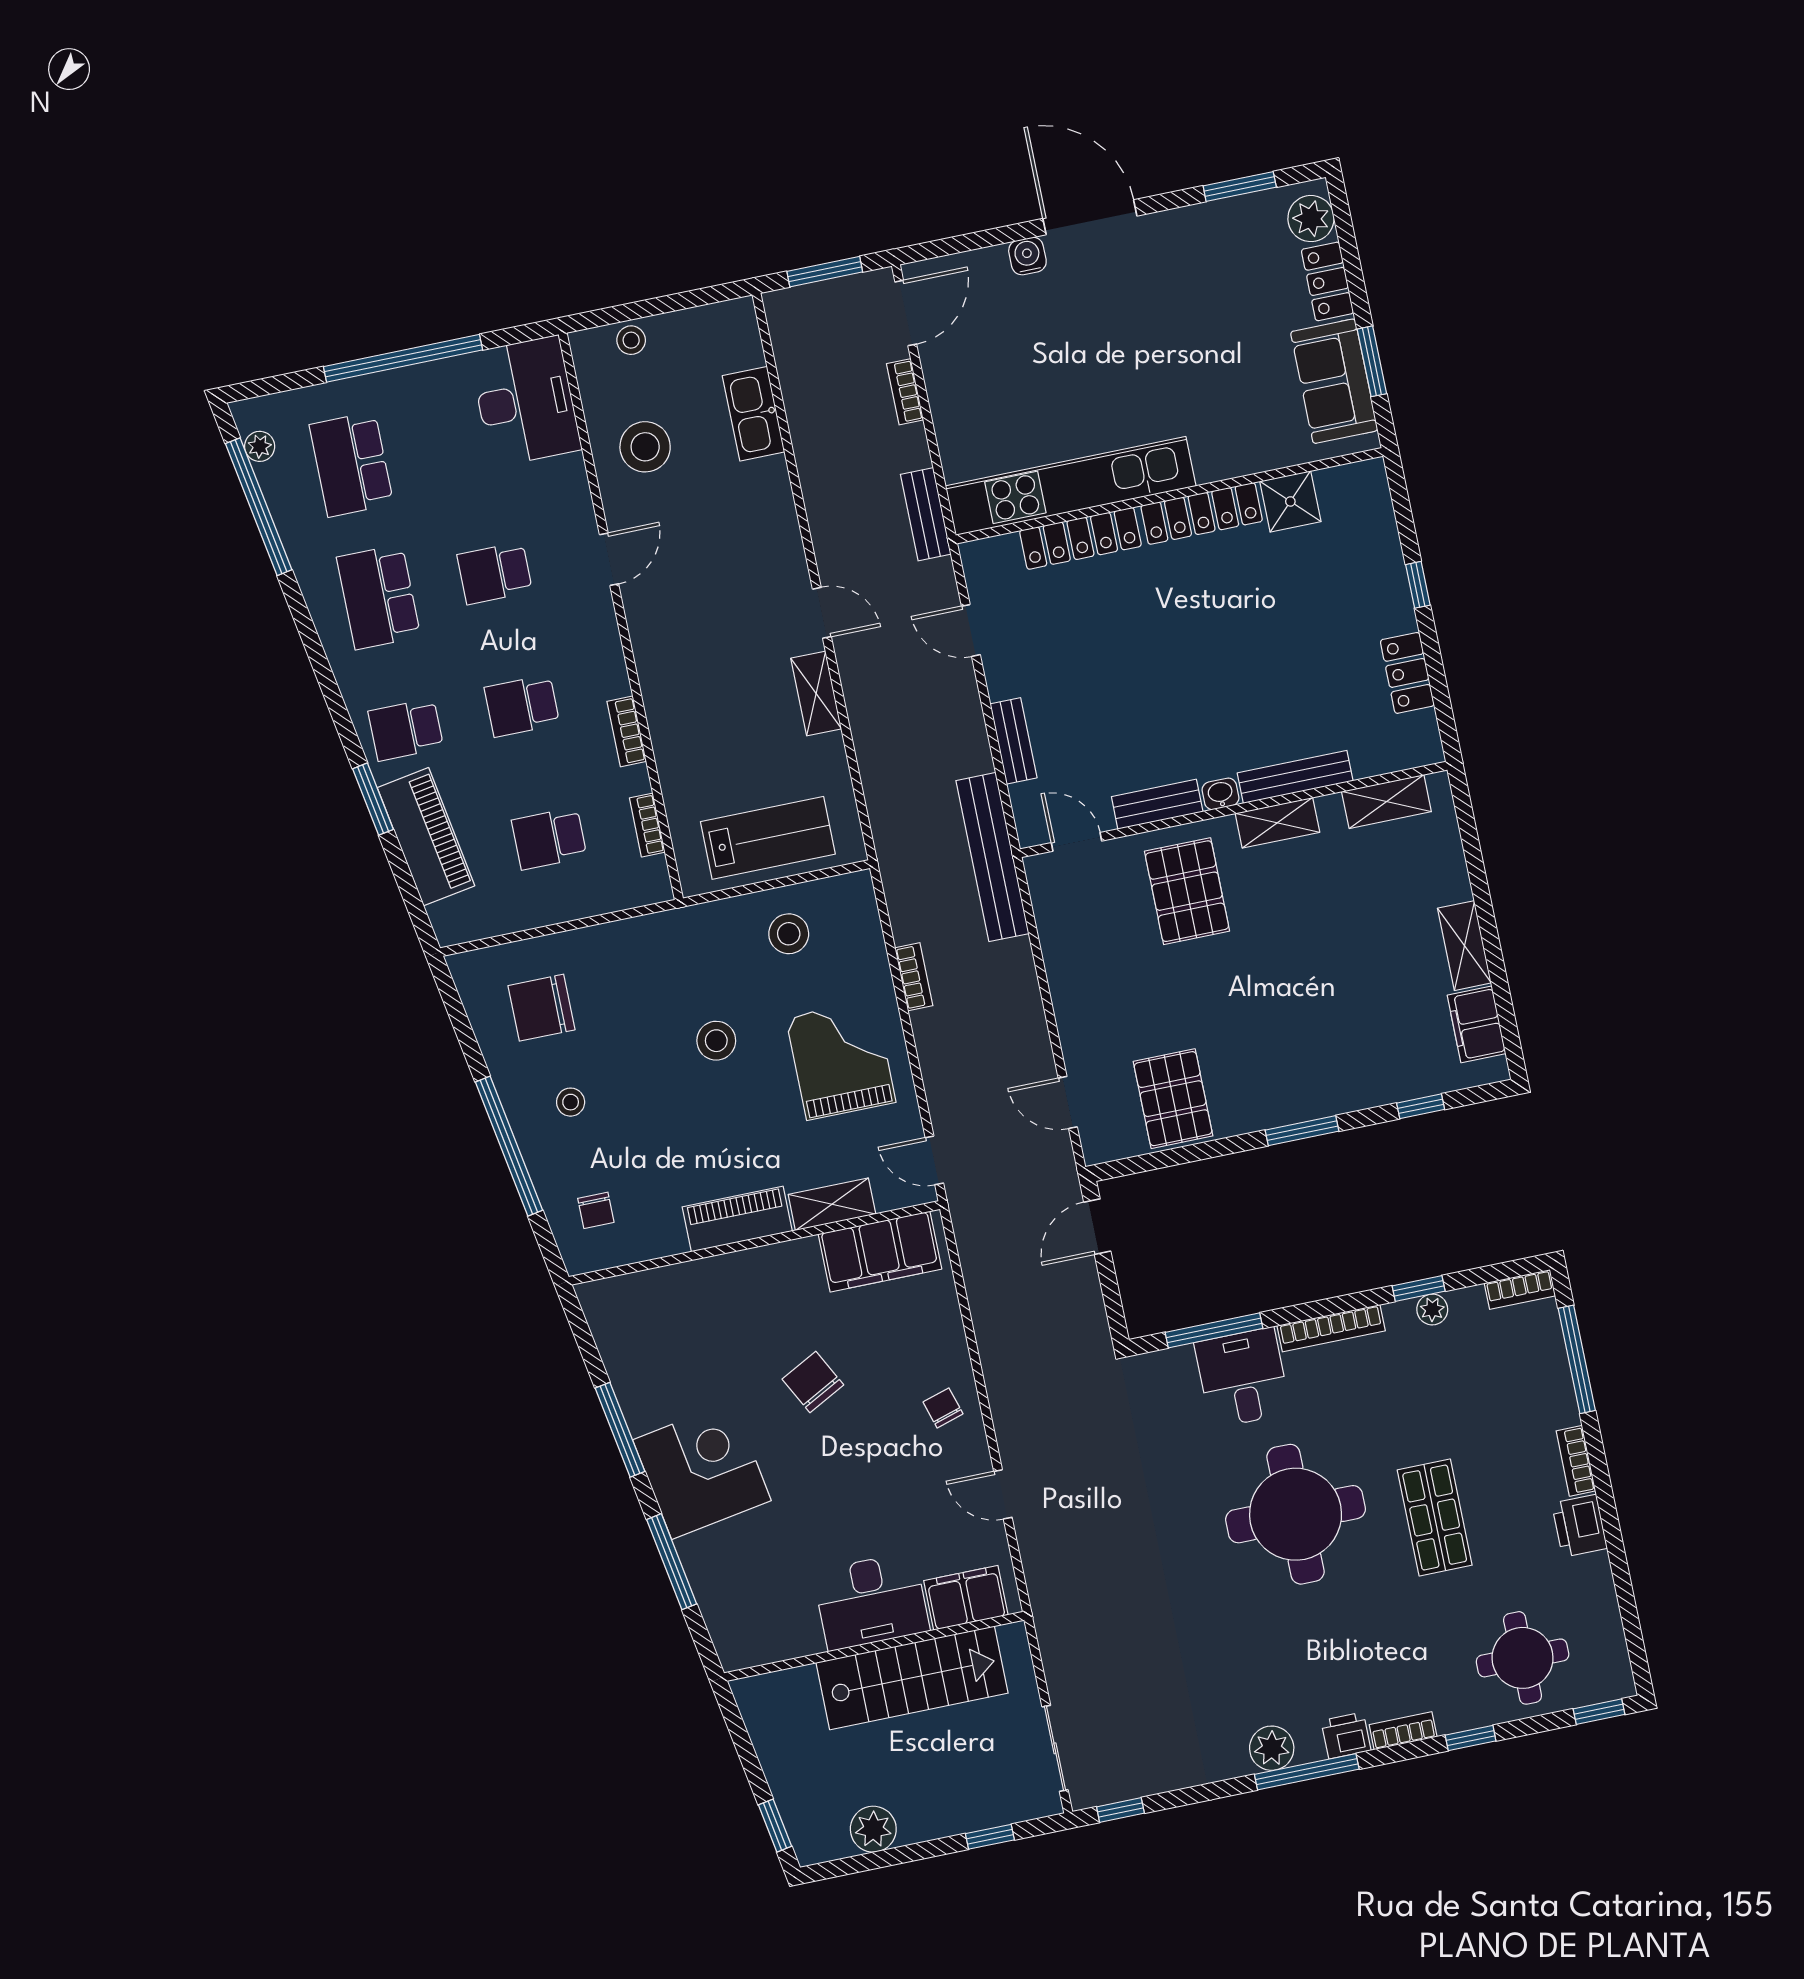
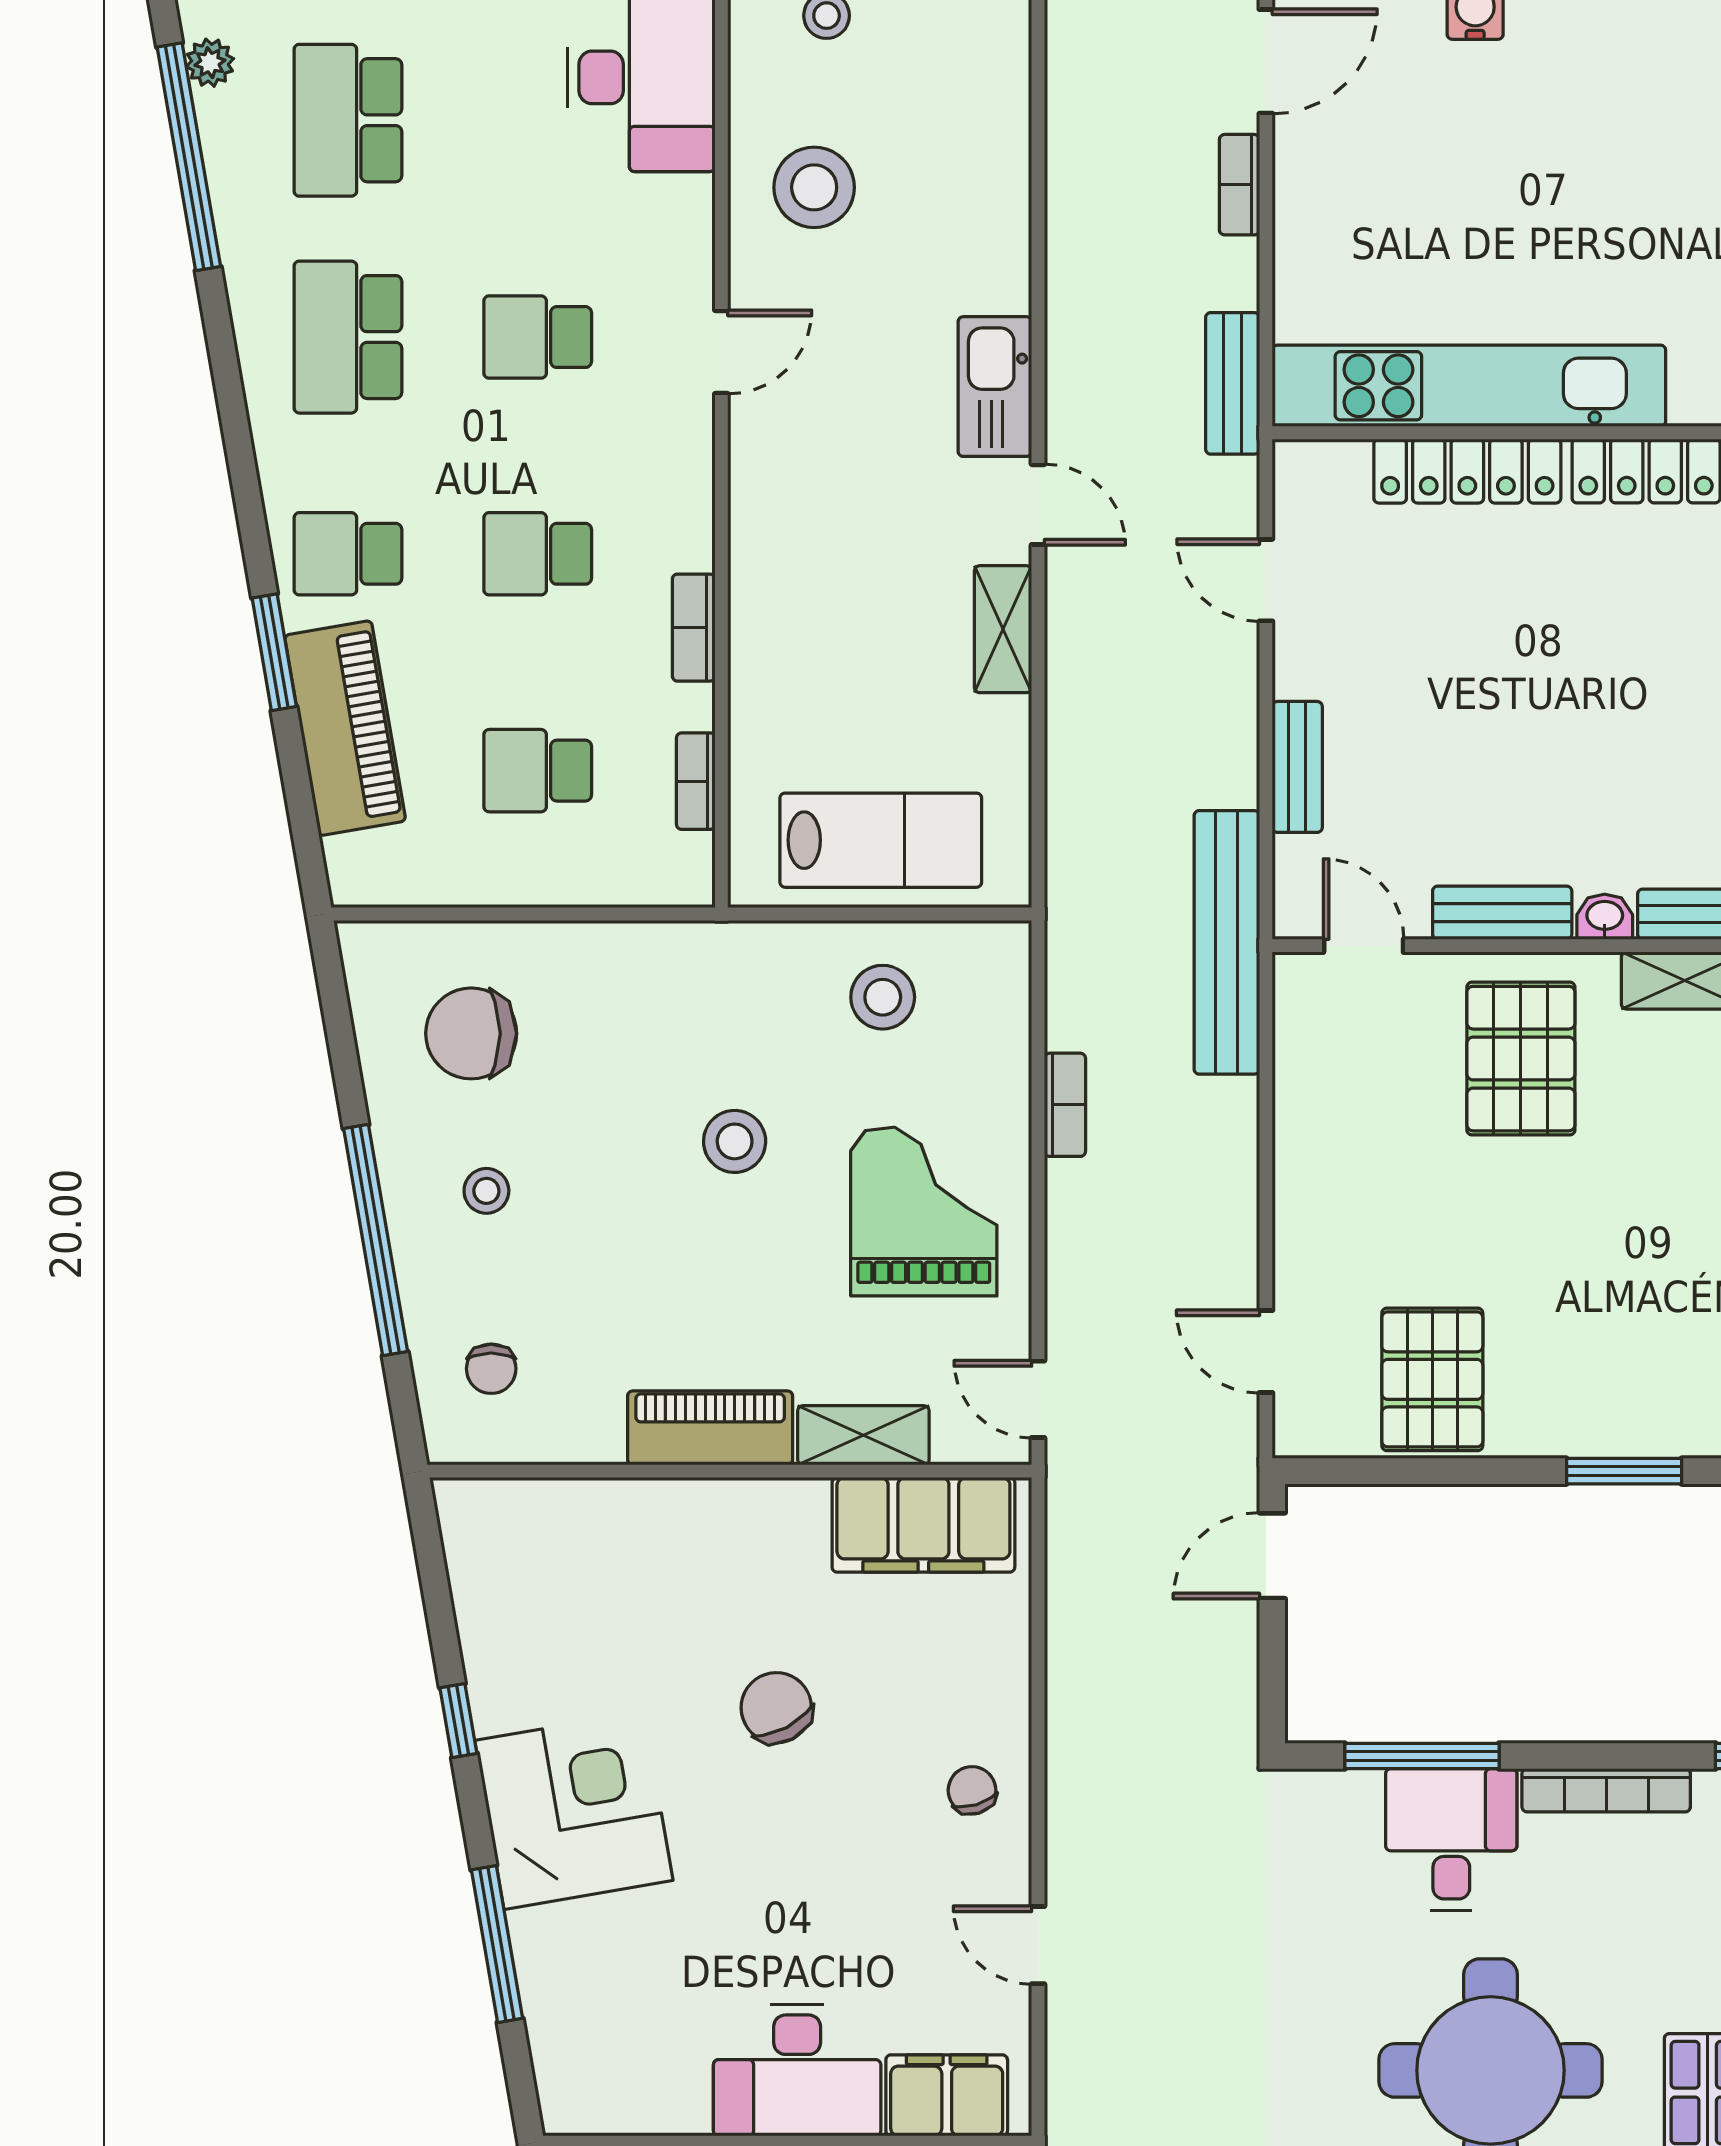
kitchen sink: (754, 414) -> (995, 387), moved
window: (620, 1430) -> (458, 1721), width x0.46

